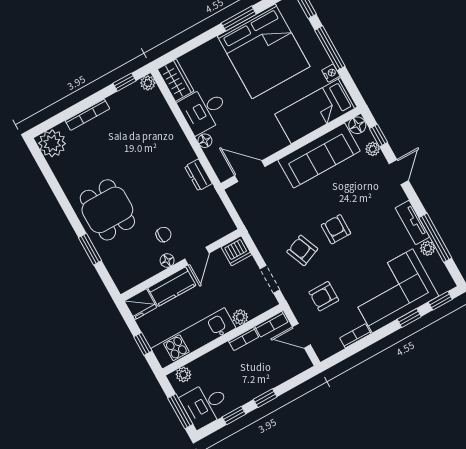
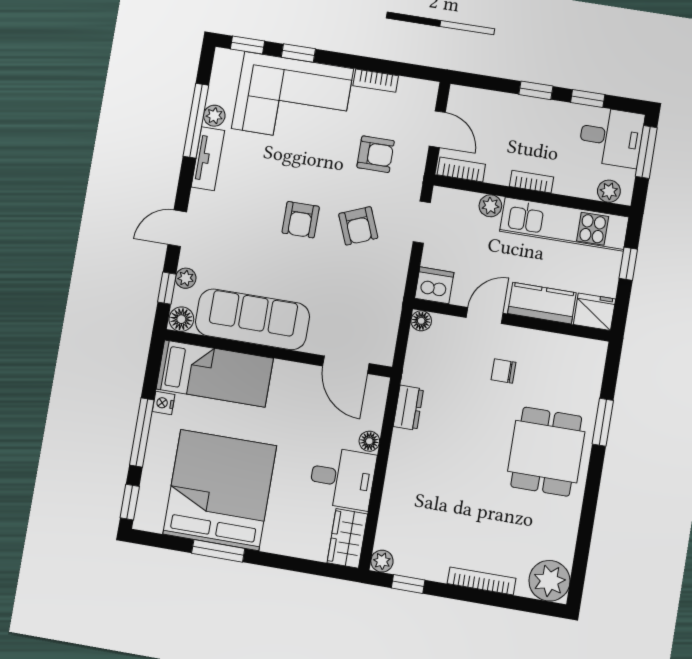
floor lamp: (167, 260) -> (421, 321), moved
bookcase: (244, 339) -> (531, 182), moved

